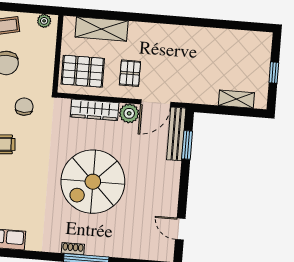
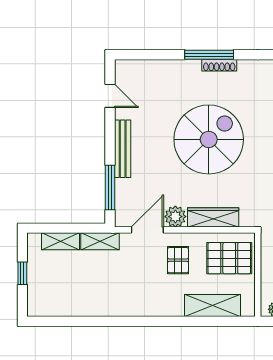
shelving: (200, 96) -> (100, 241), added
bench: (176, 134) -> (123, 149), moved
window: (187, 145) -> (110, 187), width x1.44
shoe rack: (73, 249) -> (219, 65), width x1.43

